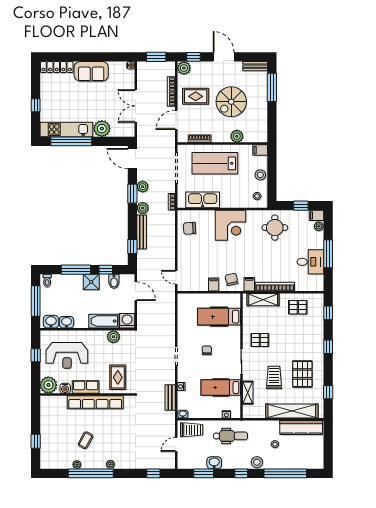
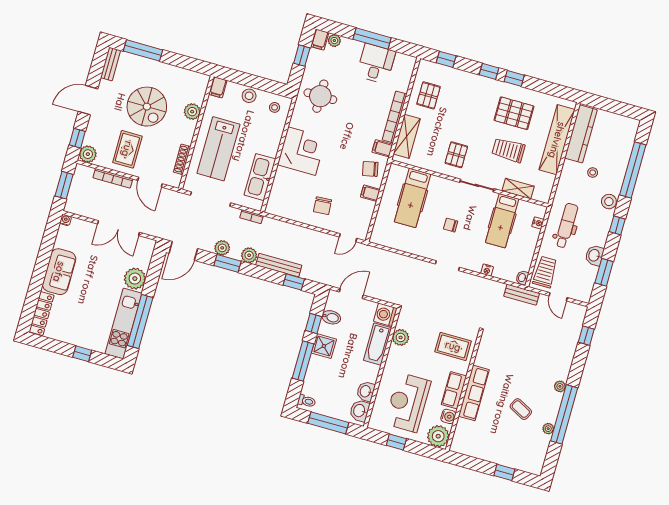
chair: (189, 228) -> (322, 206), moved
reception desk: (67, 355) -> (408, 403), turned 180
window: (328, 392) -> (514, 78), moved
bench: (170, 397) -> (522, 295), moved
row of seats: (95, 402) -> (474, 393), width x0.73

